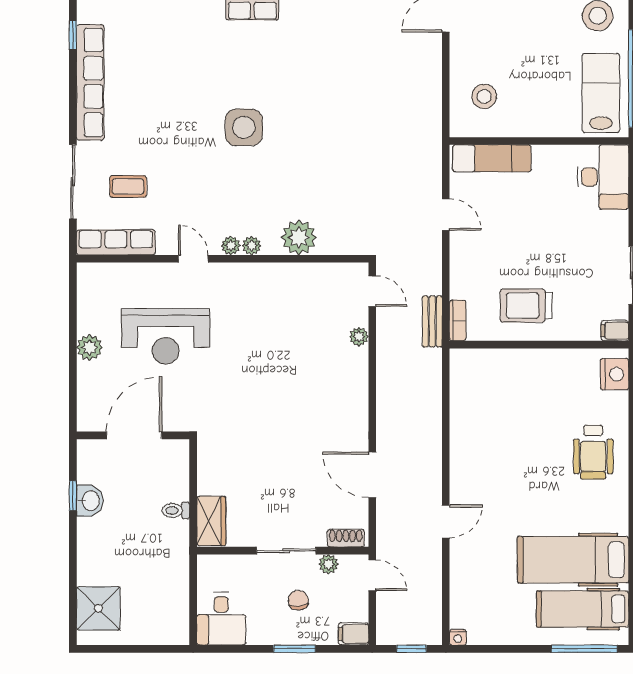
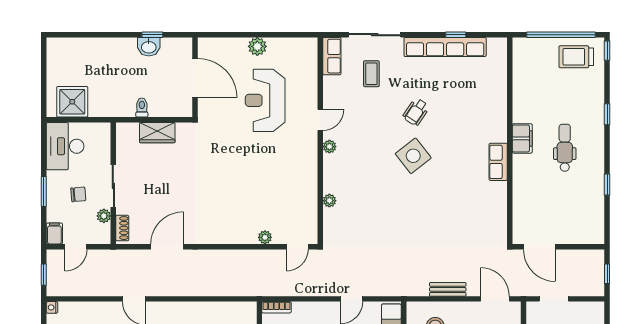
window: (73, 35) -> (456, 35), moved
wheelchair: (182, 124) -> (416, 112), added
side table: (244, 127) -> (413, 156), turned -38
plant: (299, 237) -> (329, 201), width x0.53, depth x0.53
row of seats: (116, 242) -> (332, 56), width x0.68
plant: (252, 246) -> (329, 161), removed
bench: (432, 321) -> (448, 289), moved
wardrobe: (211, 521) -> (157, 133), moved
door: (372, 575) -> (76, 247), moved
shower: (98, 608) -> (72, 102), moved
desk: (221, 619) -> (65, 146), width x1.37

